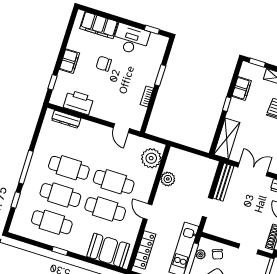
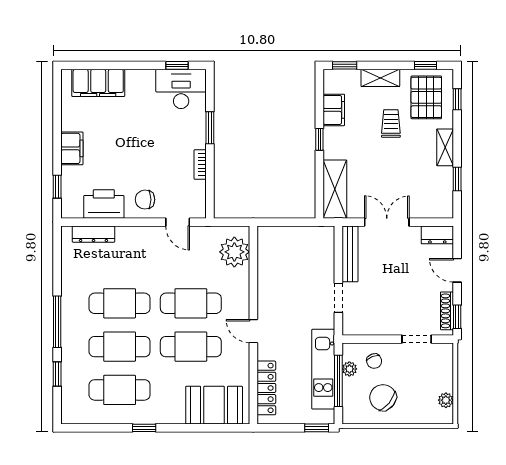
desk: (131, 39) -> (181, 89), moved
chair: (104, 64) -> (145, 200), moved
plant: (168, 179) -> (268, 275), removed

